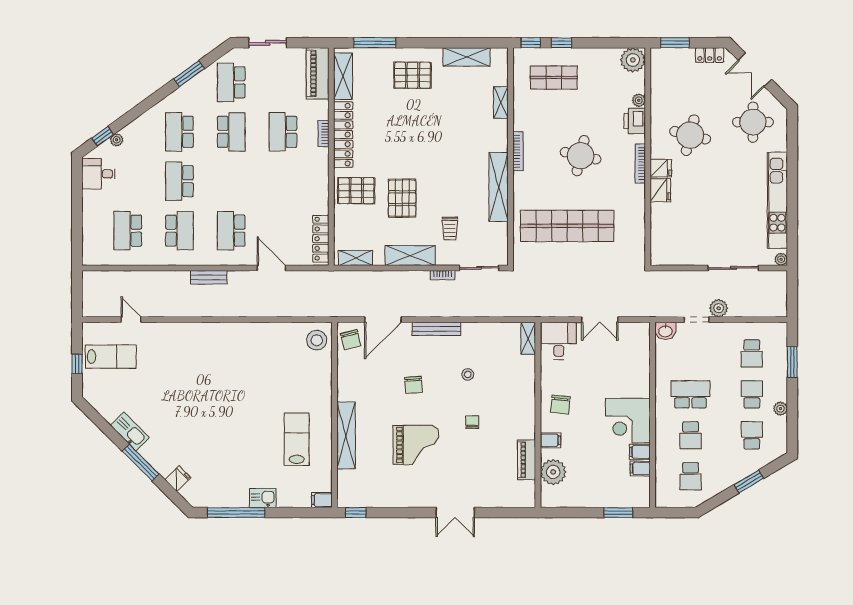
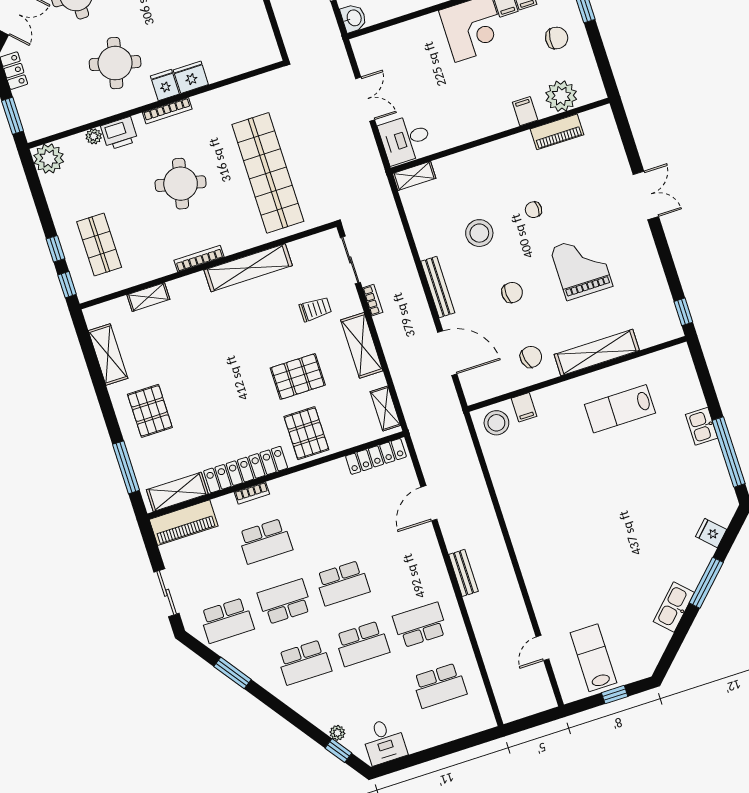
school desk: (231, 231) -> (343, 583), moved
chair: (351, 340) -> (531, 357), moved
stool: (468, 374) -> (479, 233), width x1.89, depth x1.89
chair: (560, 405) -> (557, 38), moved
filing cabinet: (322, 500) -> (524, 407), moved

